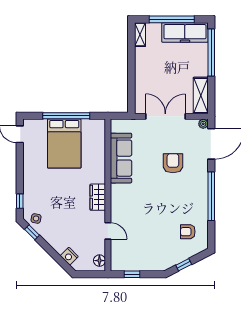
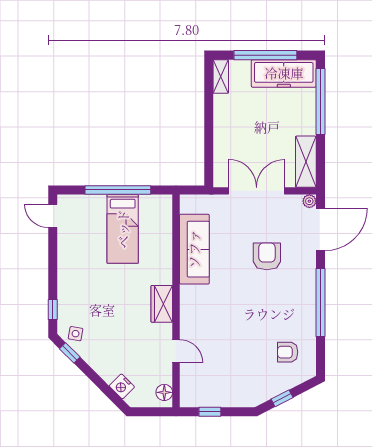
bed: (64, 144) -> (123, 229), width x0.67

